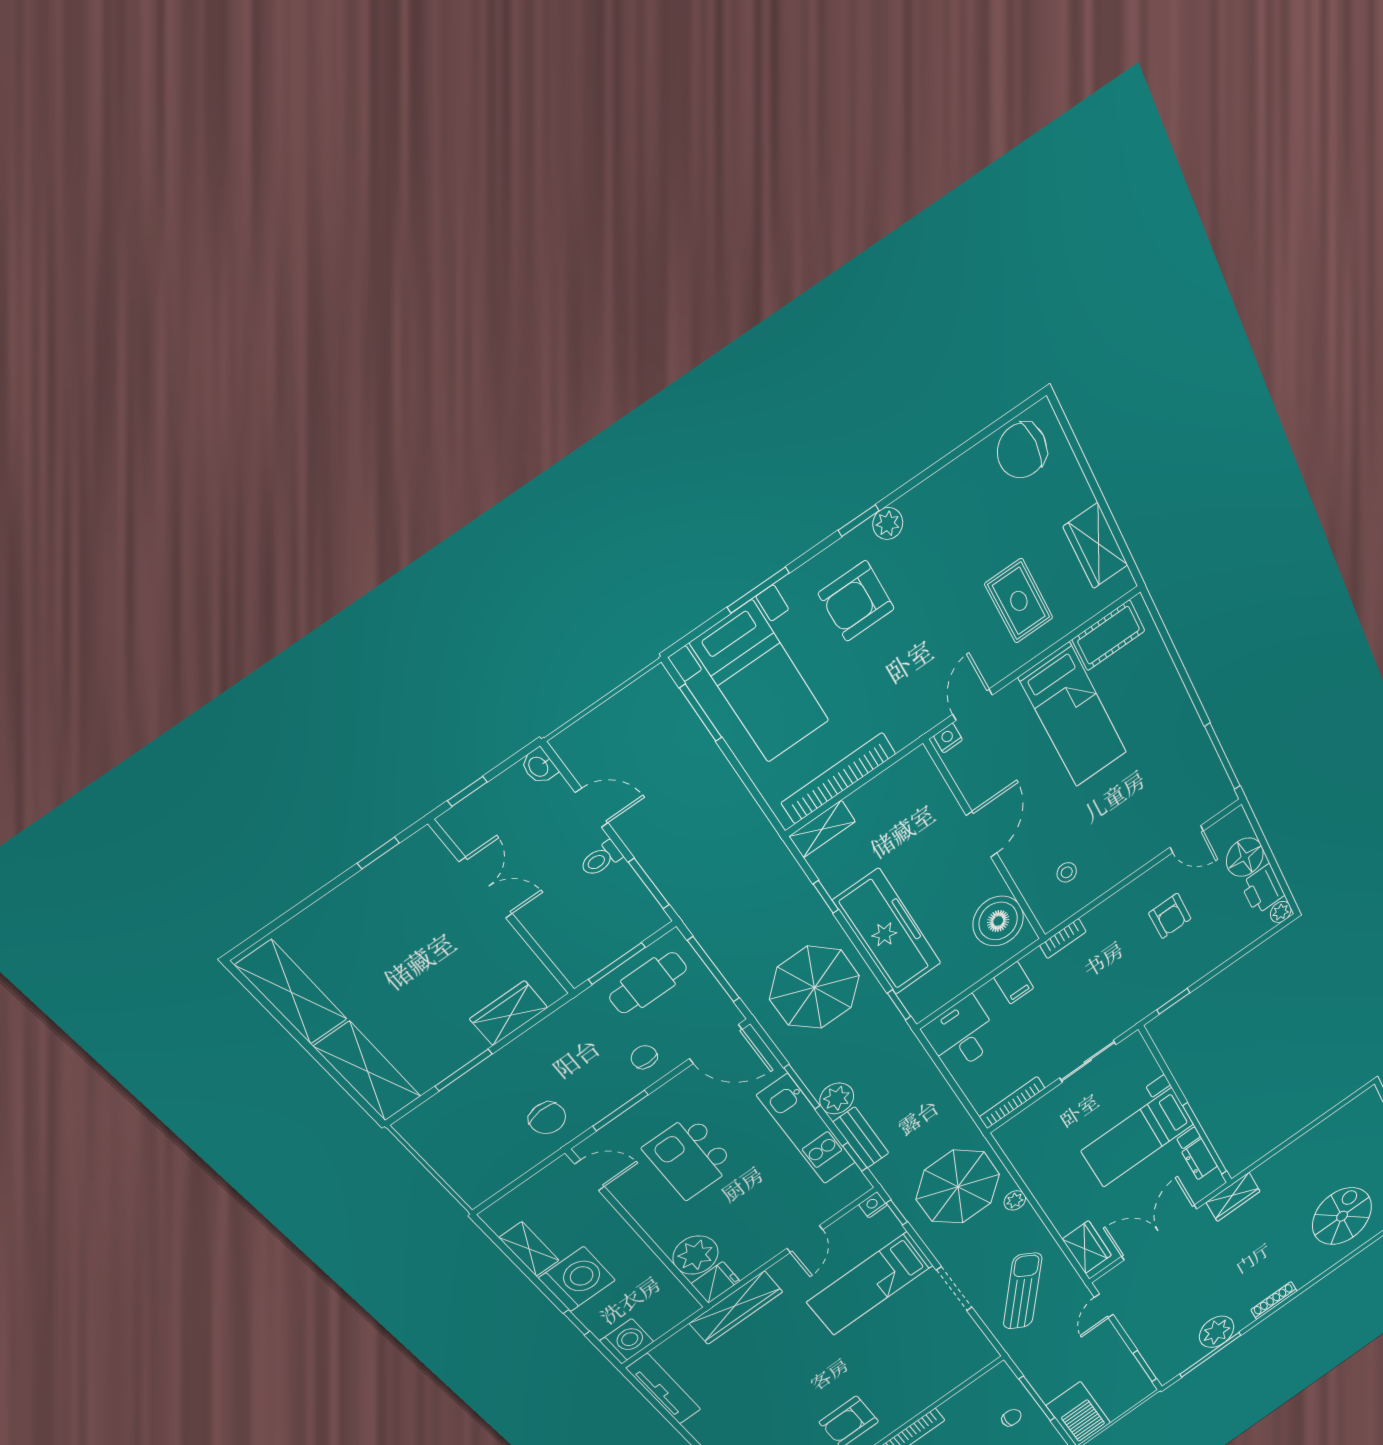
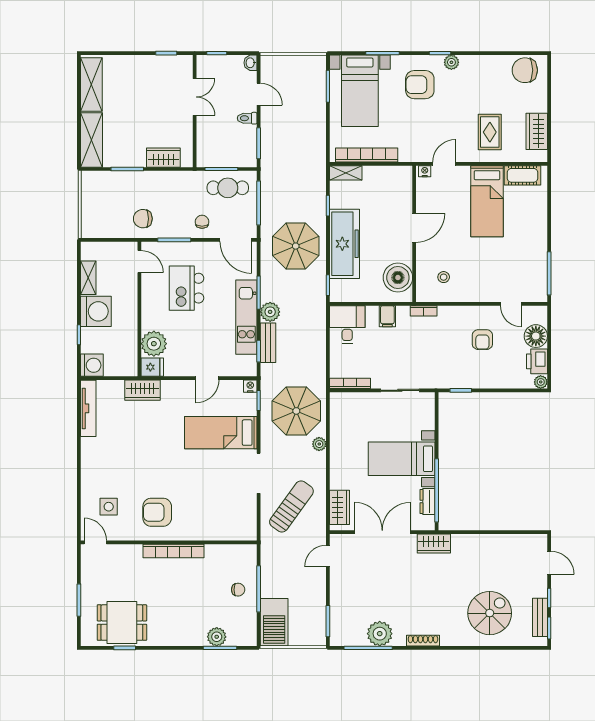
chair: (547, 1118) -> (143, 219), turned 94
wardrobe: (736, 1308) -> (143, 390), width x0.67

